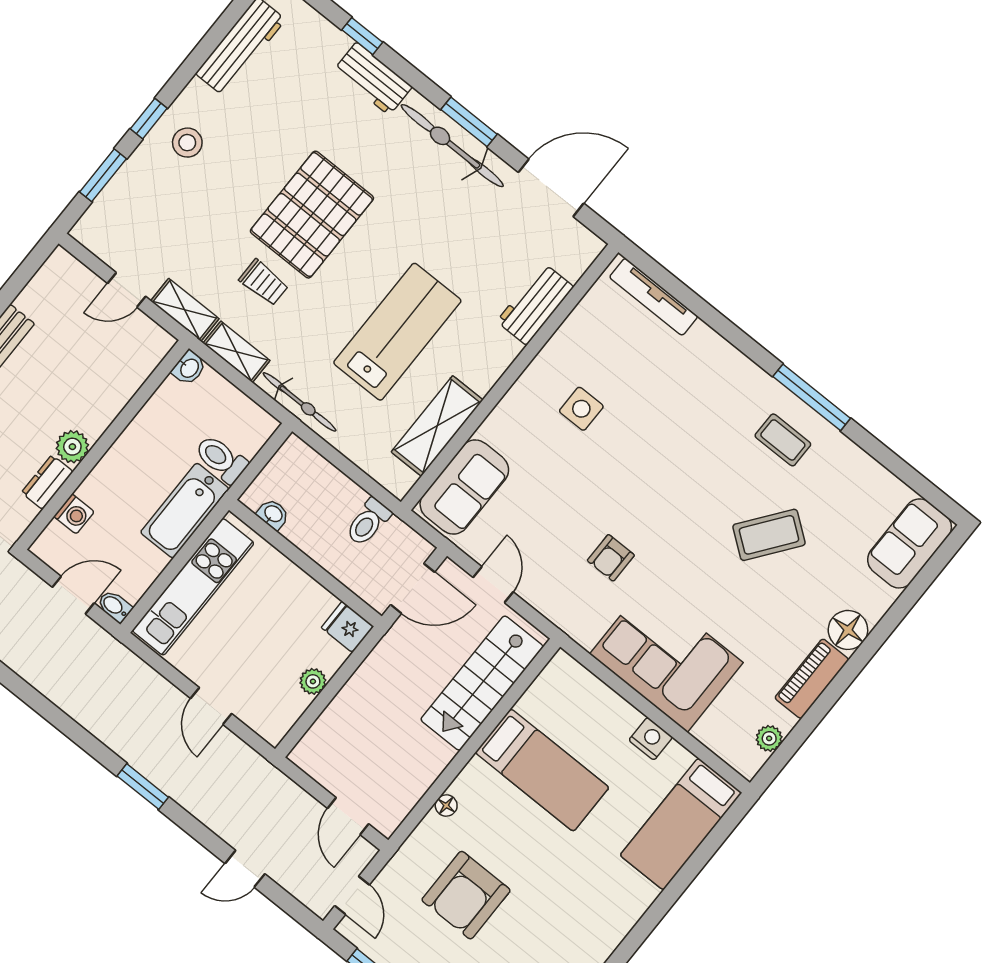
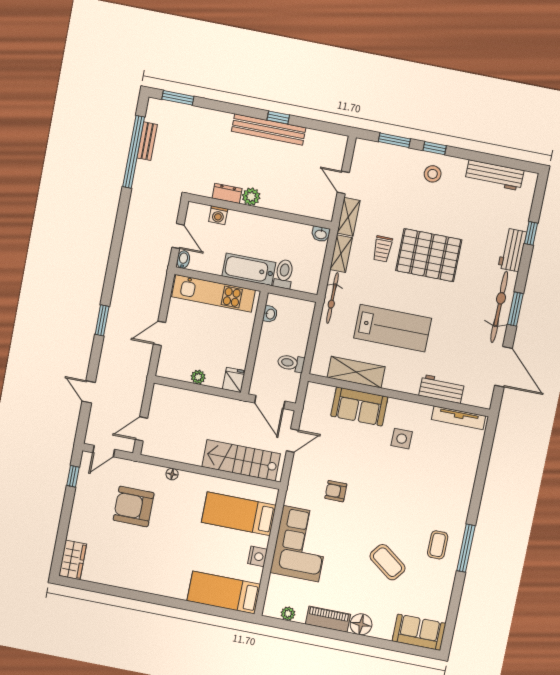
tv unit: (654, 297) -> (459, 418), moved, turned -90
sofa: (464, 487) -> (359, 406), moved
bed: (542, 770) -> (239, 514), moved, turned 90

